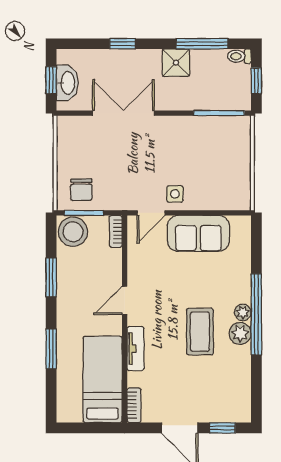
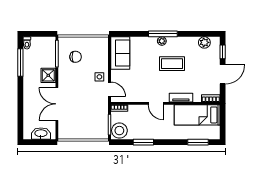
window: (123, 44) -> (20, 104), removed
shower: (176, 63) -> (48, 75), moved
window: (51, 80) -> (40, 142), removed
window: (256, 81) -> (40, 34), removed
chair: (81, 190) -> (76, 57), moved
sofa: (198, 233) -> (120, 53), moved
window: (256, 314) -> (163, 34), width x0.68
plant: (240, 333) -> (204, 42), moved
window: (51, 349) -> (198, 142), moved

